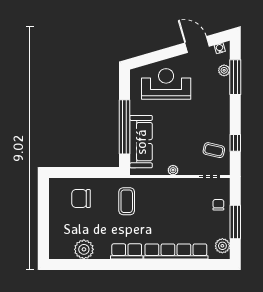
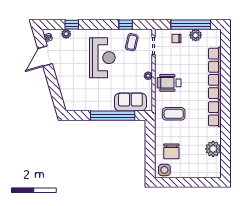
window: (235, 77) -> (72, 25), width x0.46
reception desk: (166, 84) -> (102, 58), moved, turned 180
sofa: (141, 142) -> (130, 102), width x0.73
side table: (58, 190) -> (164, 170), added
wheelchair: (164, 196) -> (169, 83), added
window: (235, 222) -> (191, 25), width x1.46
plant: (222, 246) -> (196, 35), moved

